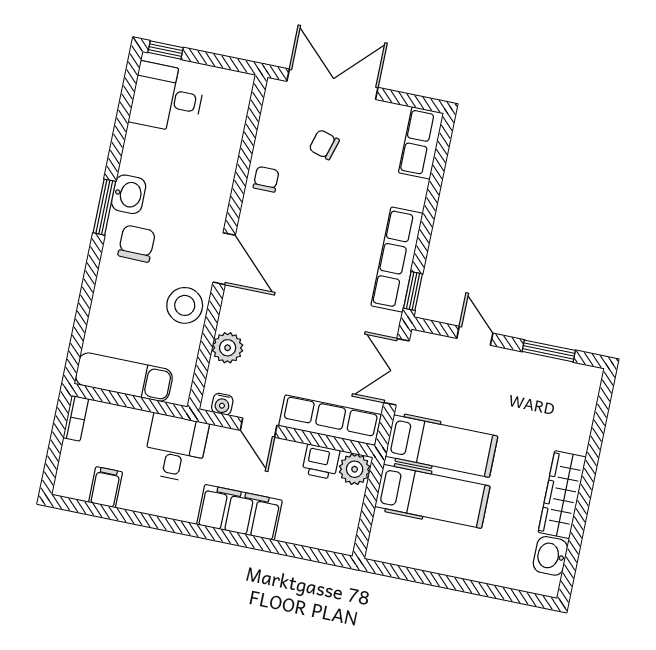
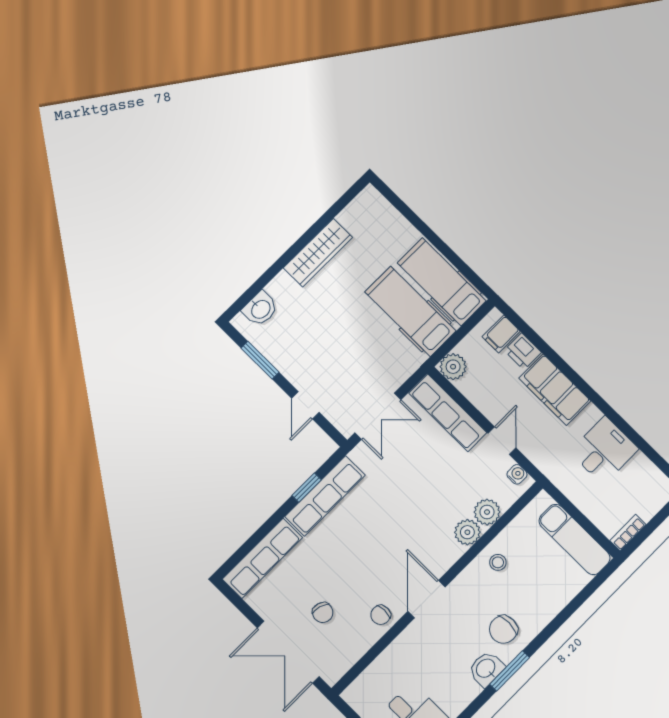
row of seats: (421, 143) -> (263, 558), width x1.48
door: (224, 259) -> (427, 599), moved
window: (413, 291) -> (307, 488), moved
stool: (185, 305) -> (498, 562), width x0.53, depth x0.53
plant: (234, 315) -> (467, 532), added
hospital bed: (441, 446) -> (442, 282), moved
desk: (176, 448) -> (604, 450), moved, turned 180
printer: (321, 462) -> (523, 351), moved, turned 180
filing cabinet: (106, 487) -> (501, 334), moved
washbasin: (550, 556) -> (260, 309), moved

